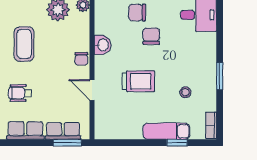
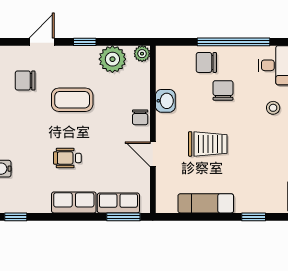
coffee table: (24, 44) -> (72, 100), turned 90
stool: (185, 92) -> (273, 108), moved
exam couch: (166, 131) -> (206, 203), moved

